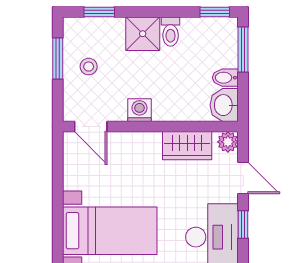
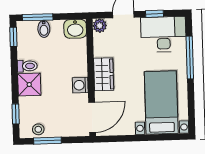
stool: (89, 67) -> (38, 129), moved
bidet: (225, 78) -> (44, 29), moved
door: (91, 127) -> (92, 117), width x1.38
wardrobe: (187, 146) -> (104, 74), moved

